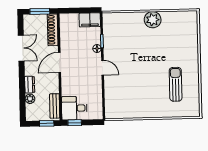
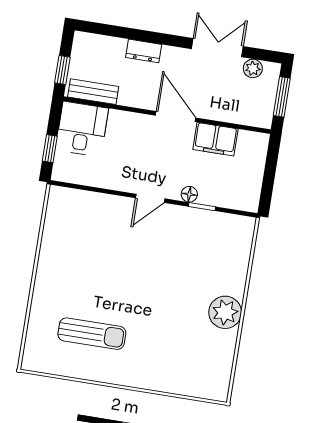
filing cabinet: (90, 20) -> (215, 139), moved, turned -90
shoe rack: (53, 30) -> (241, 115), removed
double door: (21, 48) -> (217, 48), swing flipped
plant: (30, 99) -> (253, 68), moved
window: (75, 123) -> (50, 149), moved

